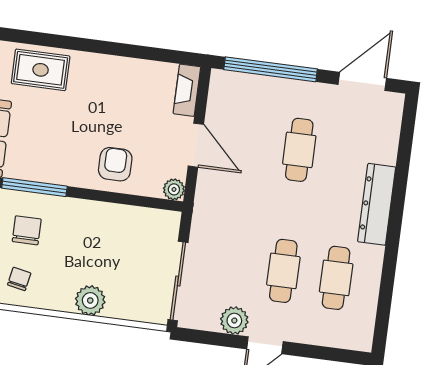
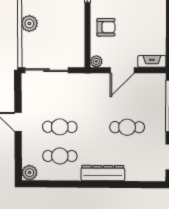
plant: (234, 320) -> (30, 173), moved

